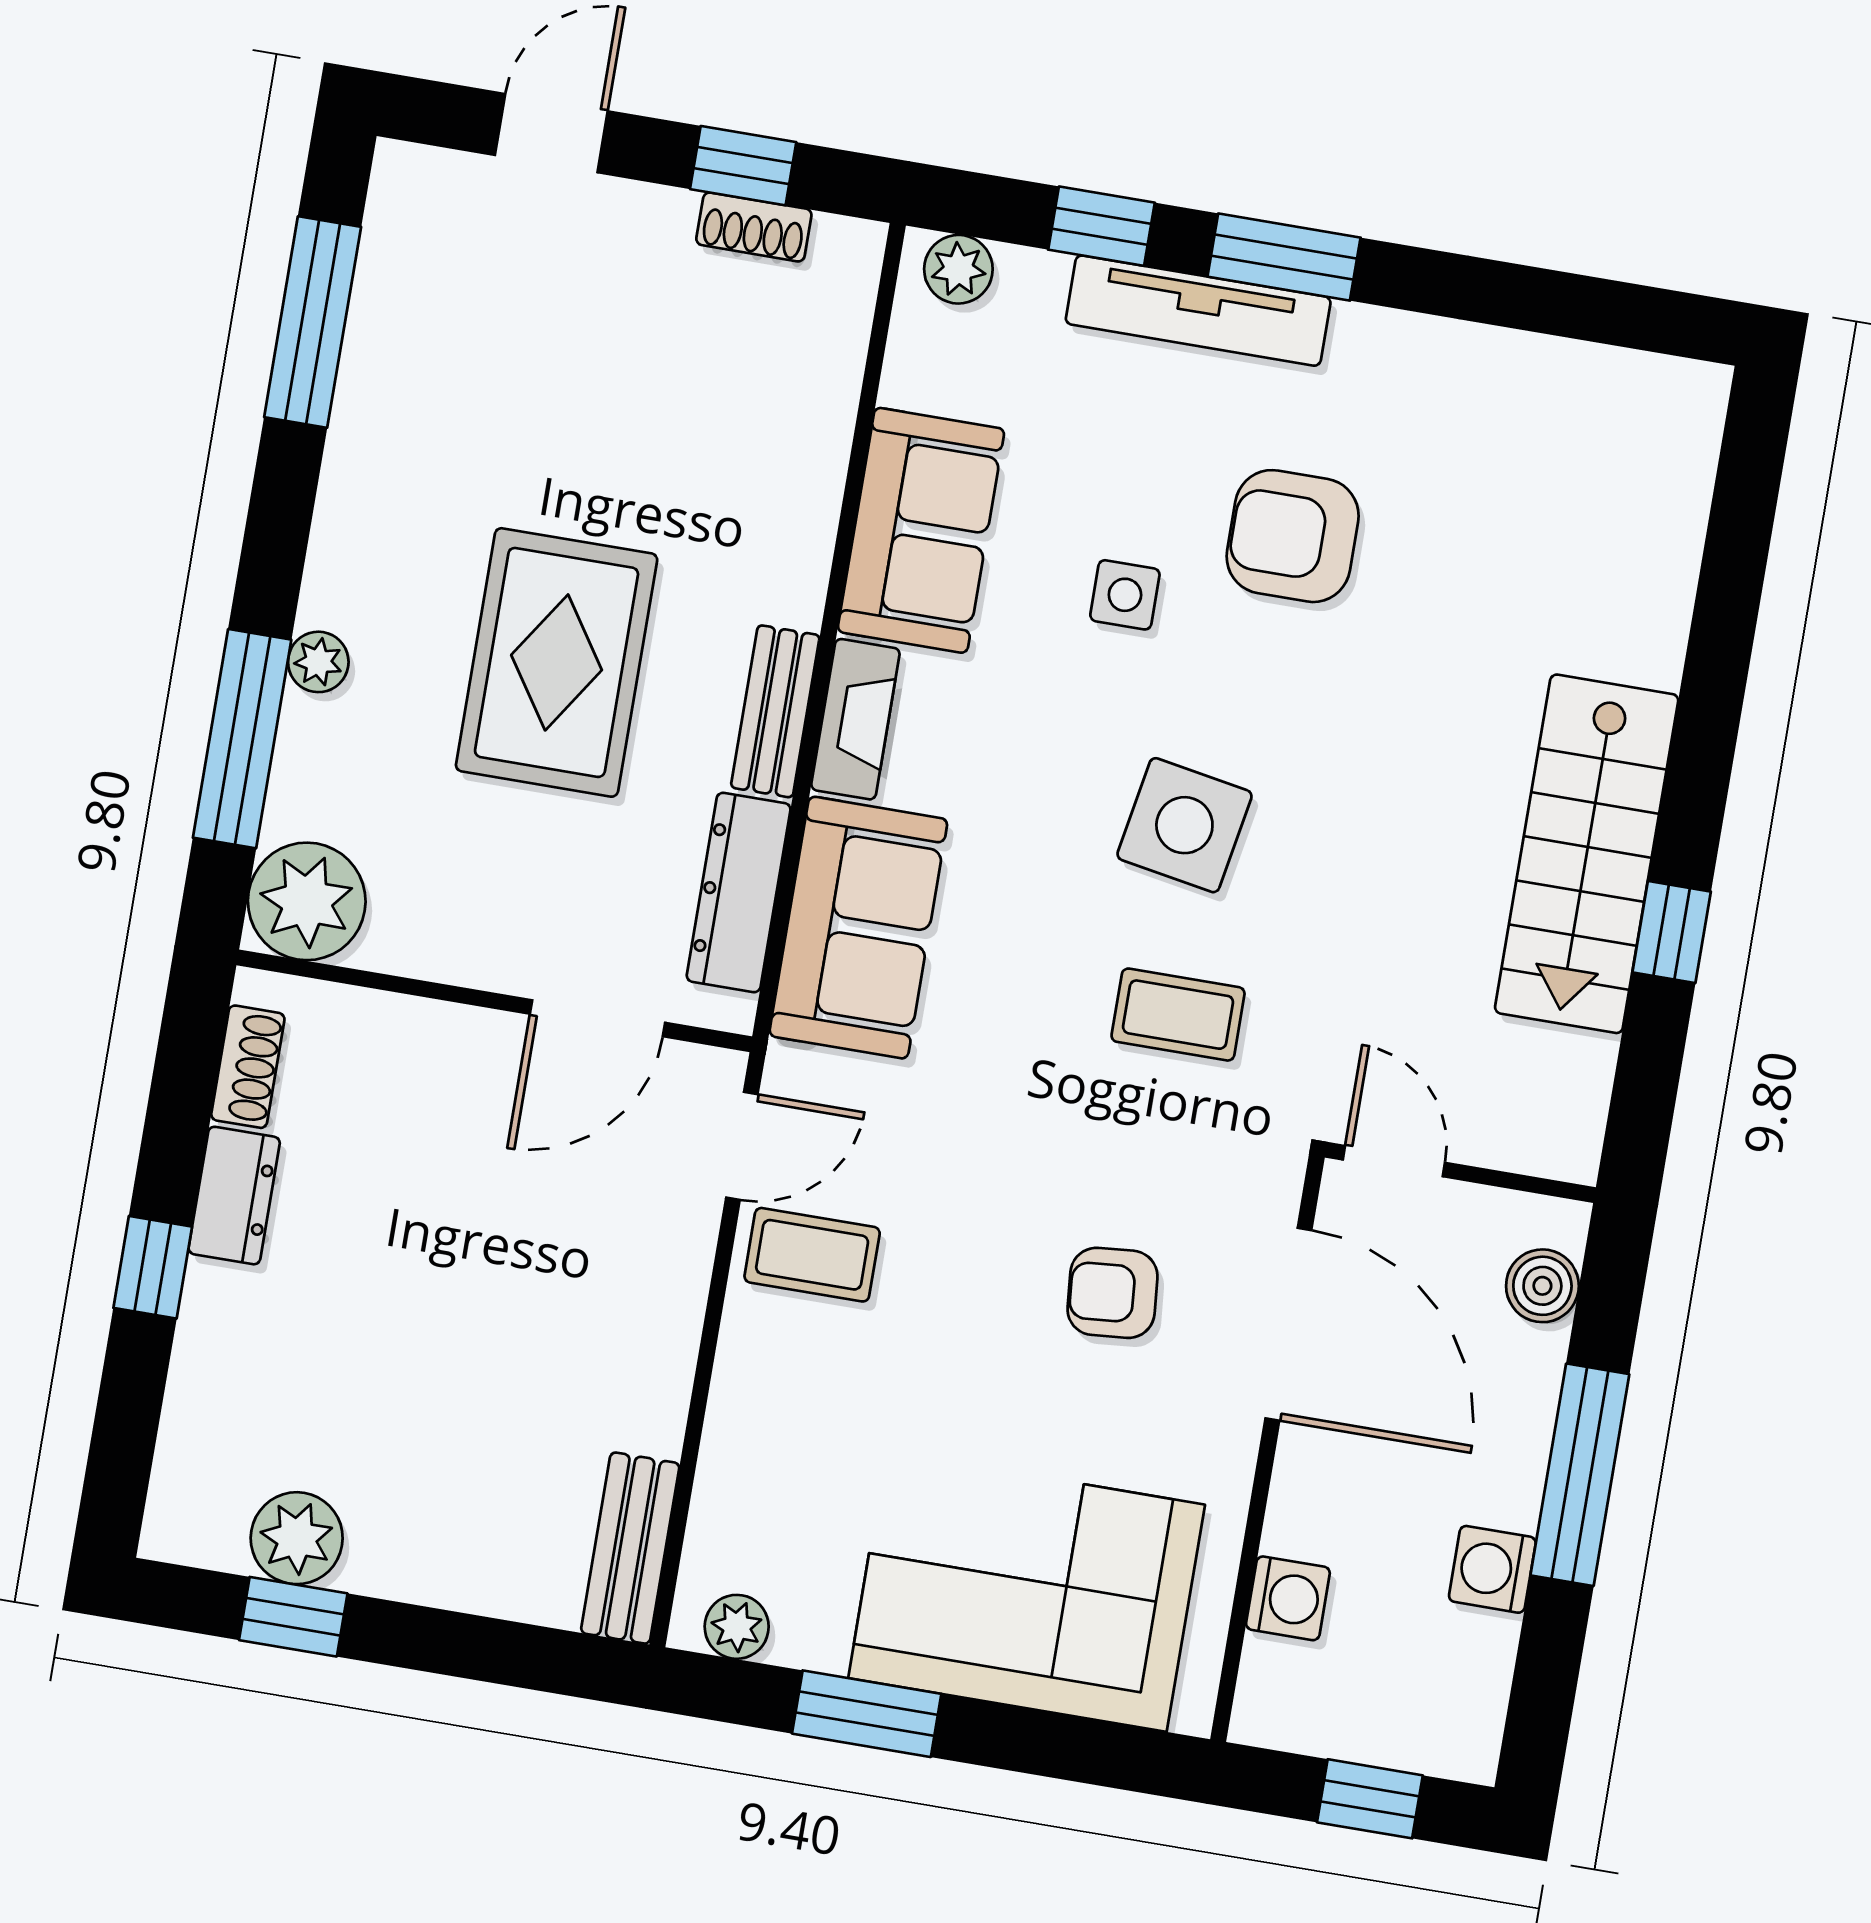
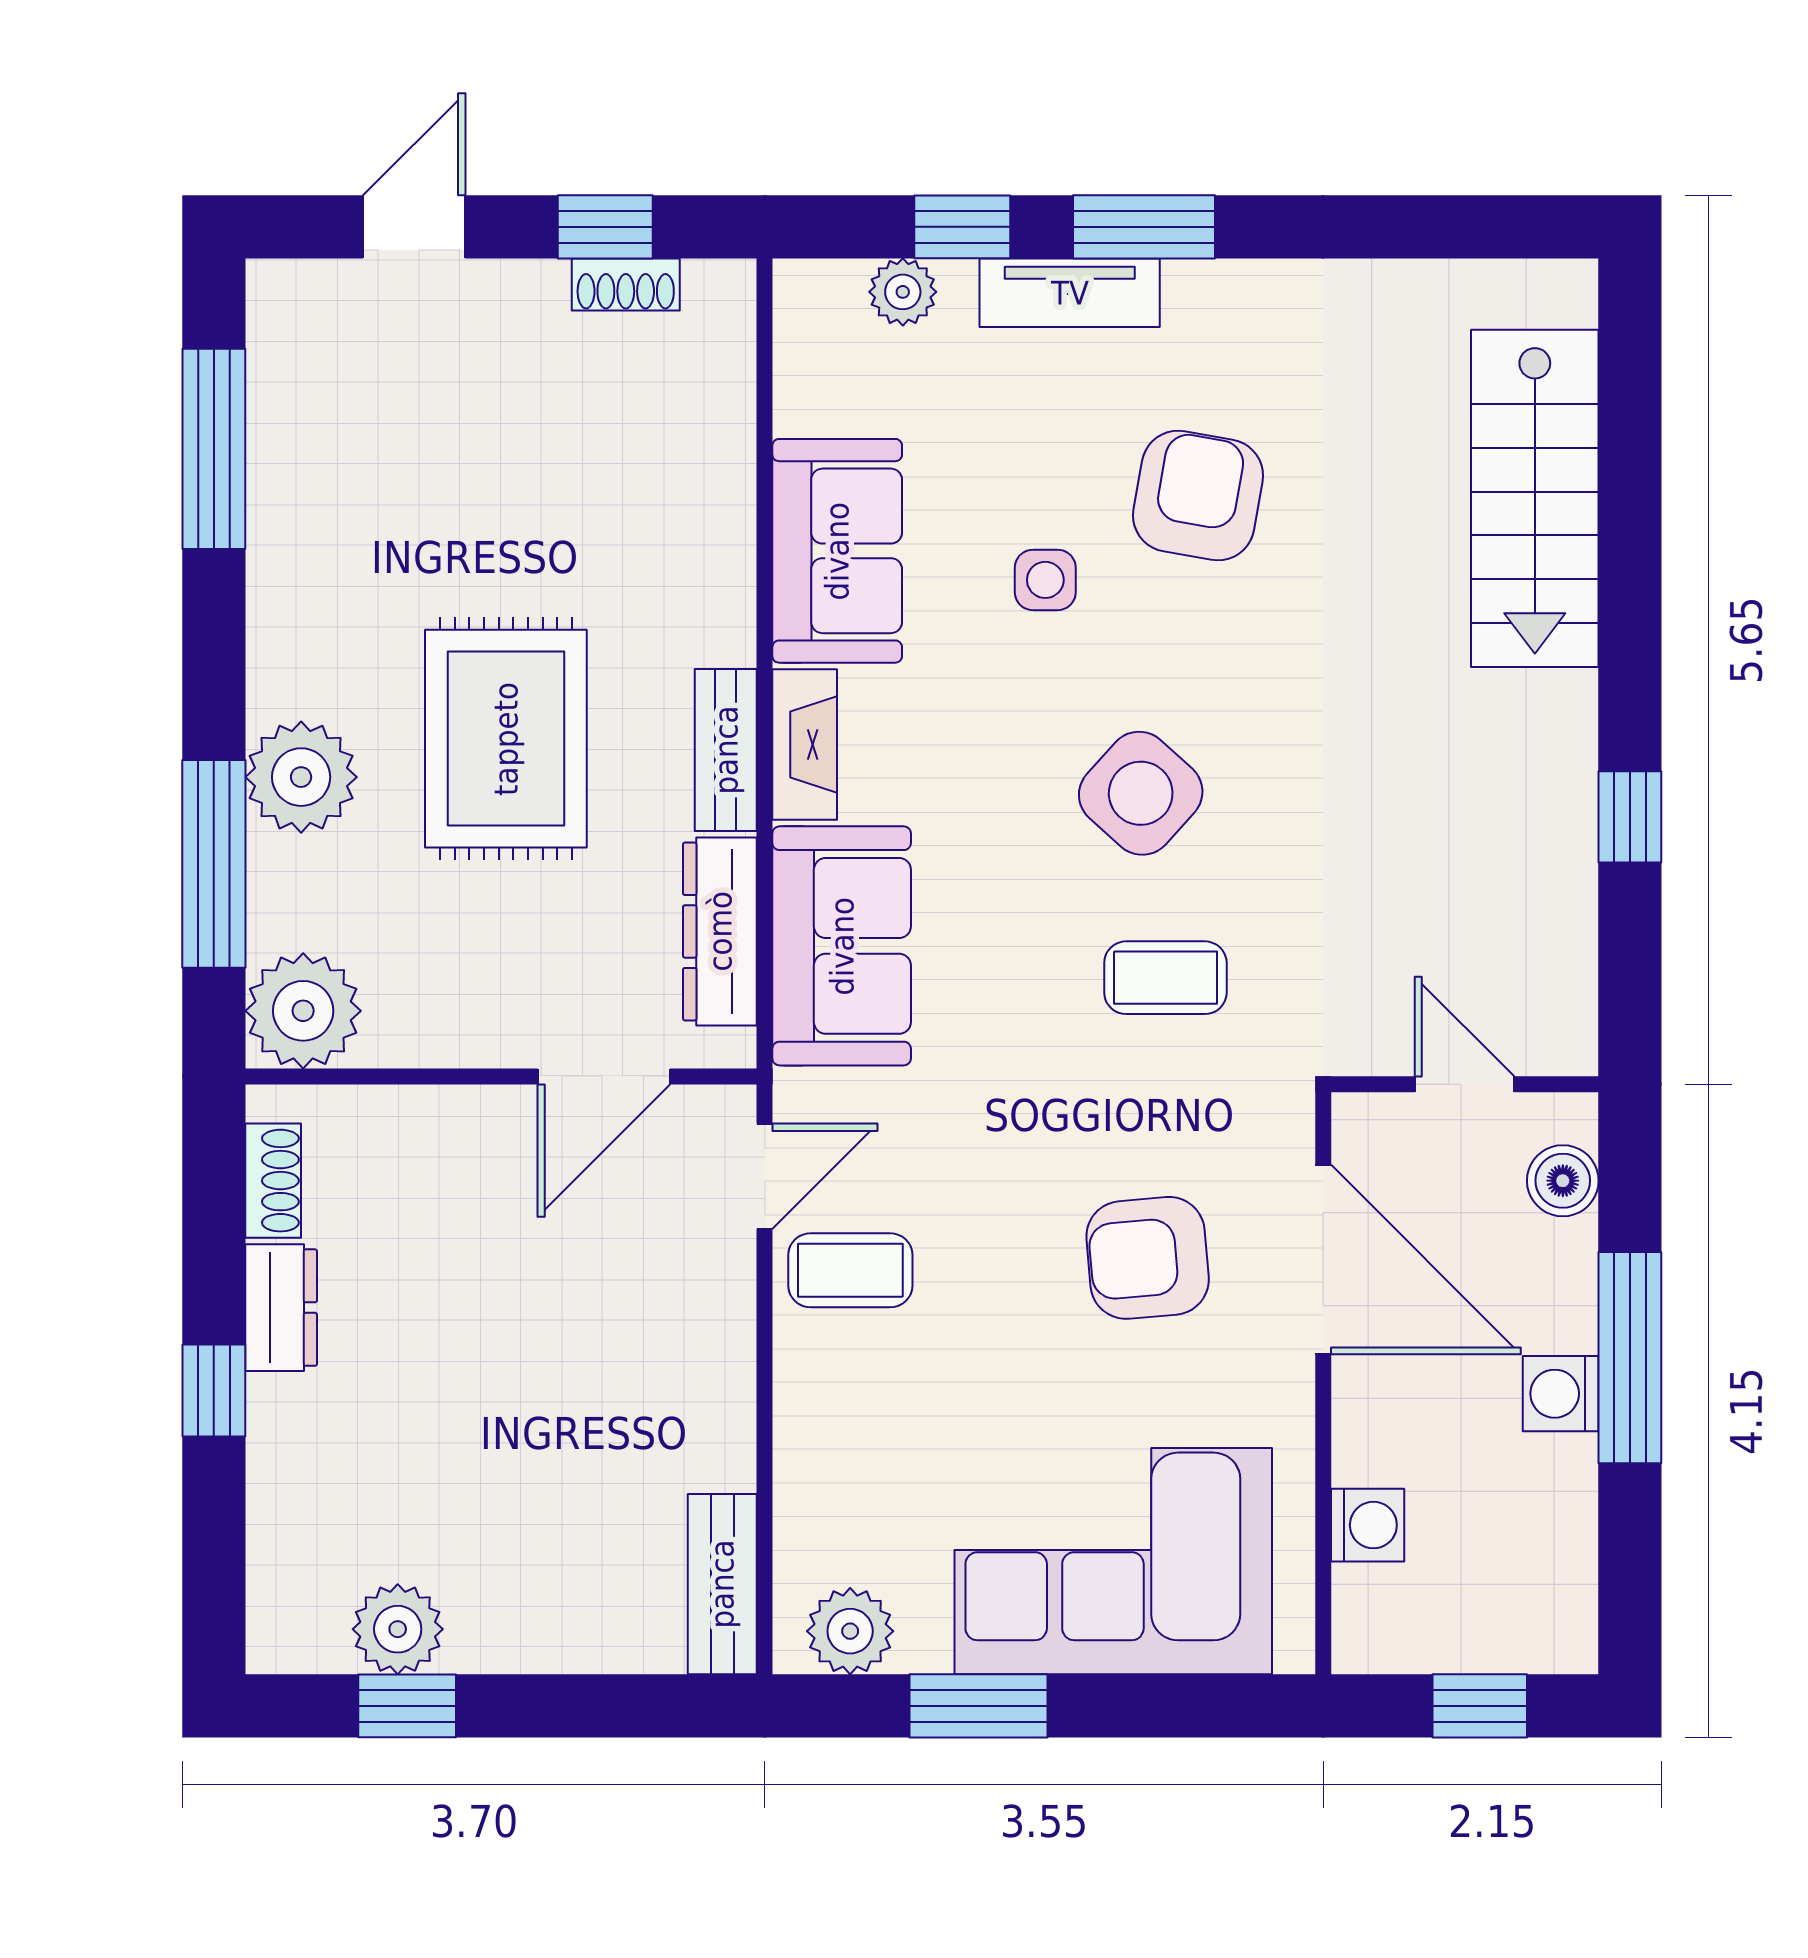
plant: (958, 269) -> (903, 292), moved
tv unit: (1198, 311) -> (1070, 293), width x0.71
armchair: (1293, 536) -> (1198, 496), turned 100
plant: (318, 662) -> (301, 777), width x1.88, depth x1.88
side table: (1184, 825) -> (1141, 793), turned 32
stairs: (1587, 854) -> (1535, 498), moved
door: (1394, 1161) -> (1464, 1084), moved
armchair: (1112, 1293) -> (1148, 1258), width x1.38, depth x1.38
washing machine: (1492, 1569) -> (1561, 1394), moved
plant: (737, 1627) -> (850, 1631), width x1.38, depth x1.38

